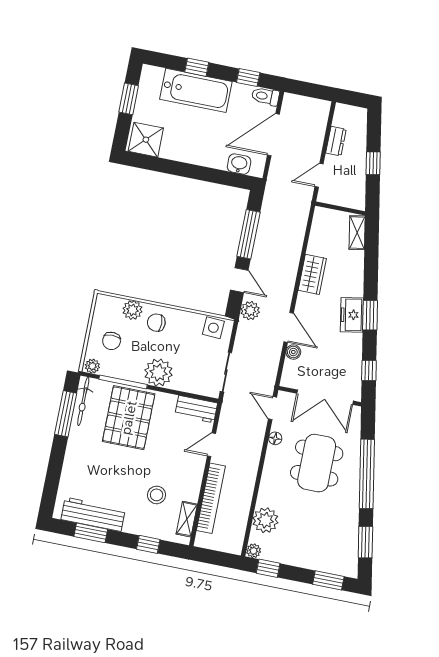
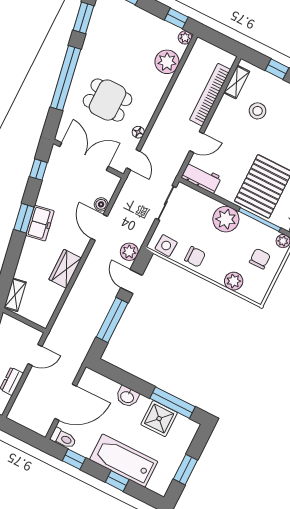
shower: (146, 140) -> (159, 419), moved
washbasin: (239, 164) -> (127, 397), moved
window: (161, 165) -> (173, 403), added
chair: (156, 323) -> (195, 257), moved
dining table: (317, 463) -> (108, 100), width x0.73

